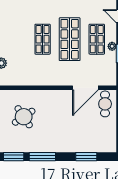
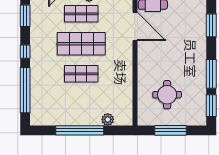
round table: (24, 117) -> (167, 95), turned 34

